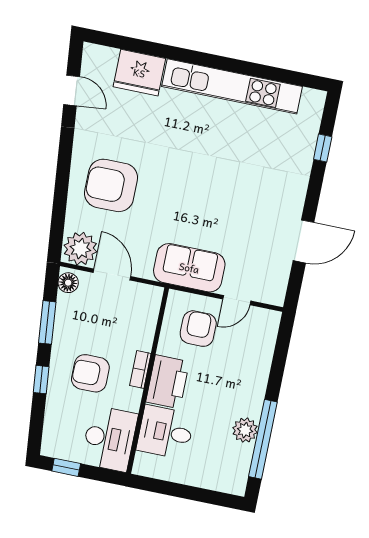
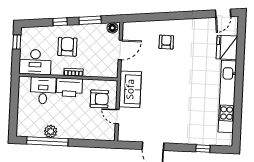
door: (72, 90) -> (223, 13), moved
armchair: (111, 185) -> (166, 42), width x0.53, depth x0.53
plant: (80, 249) -> (131, 31), removed

